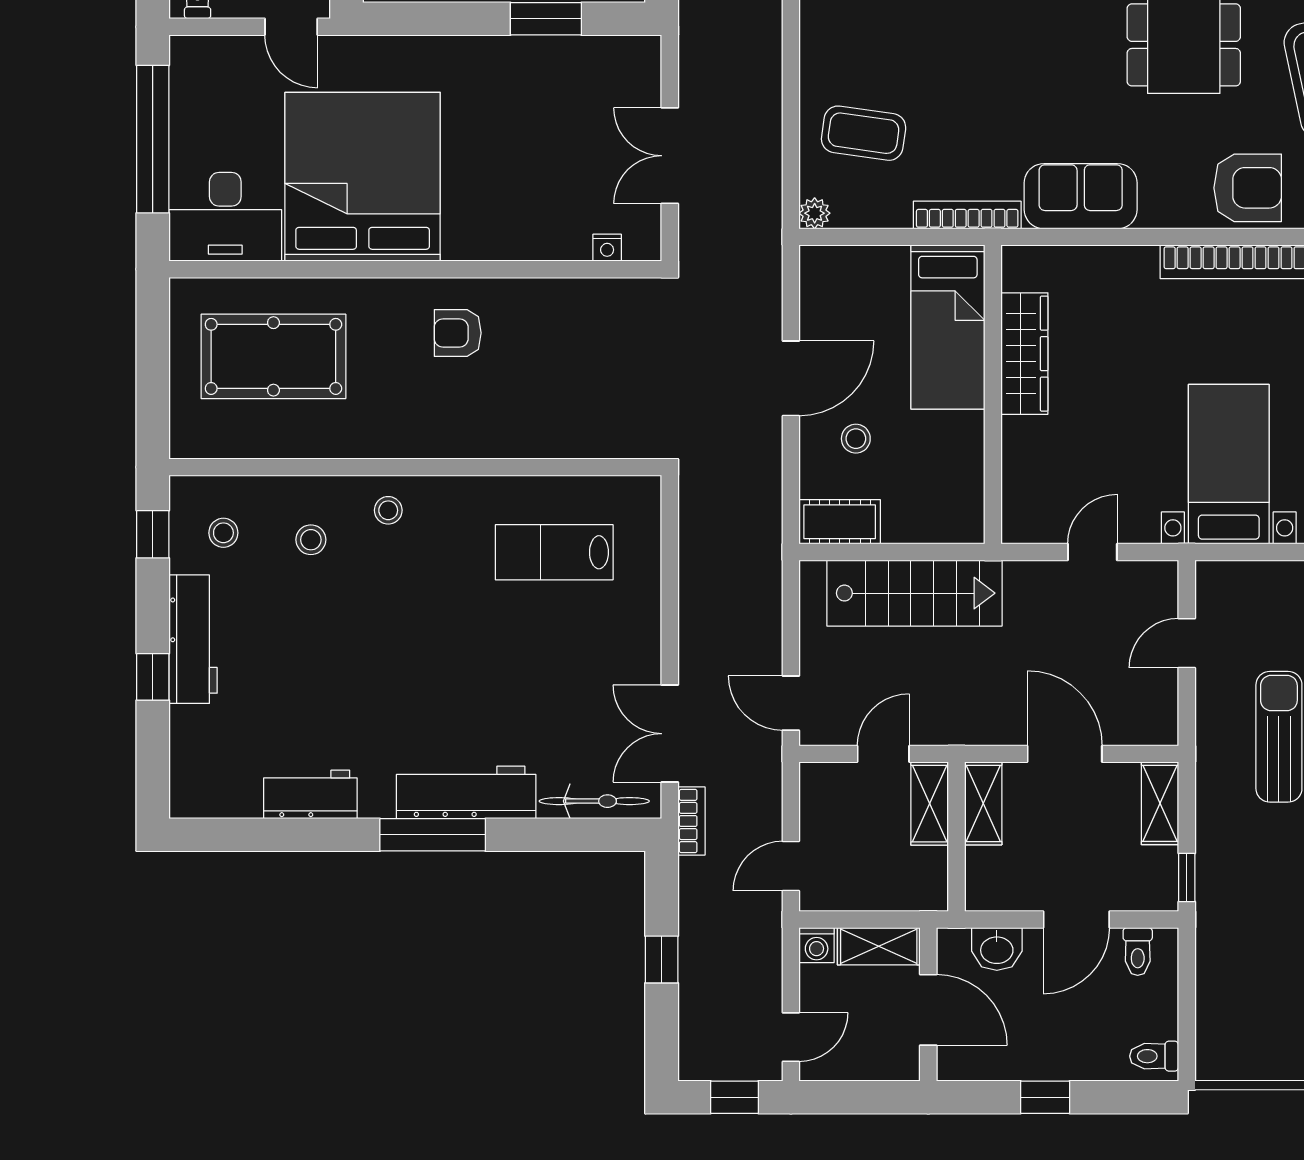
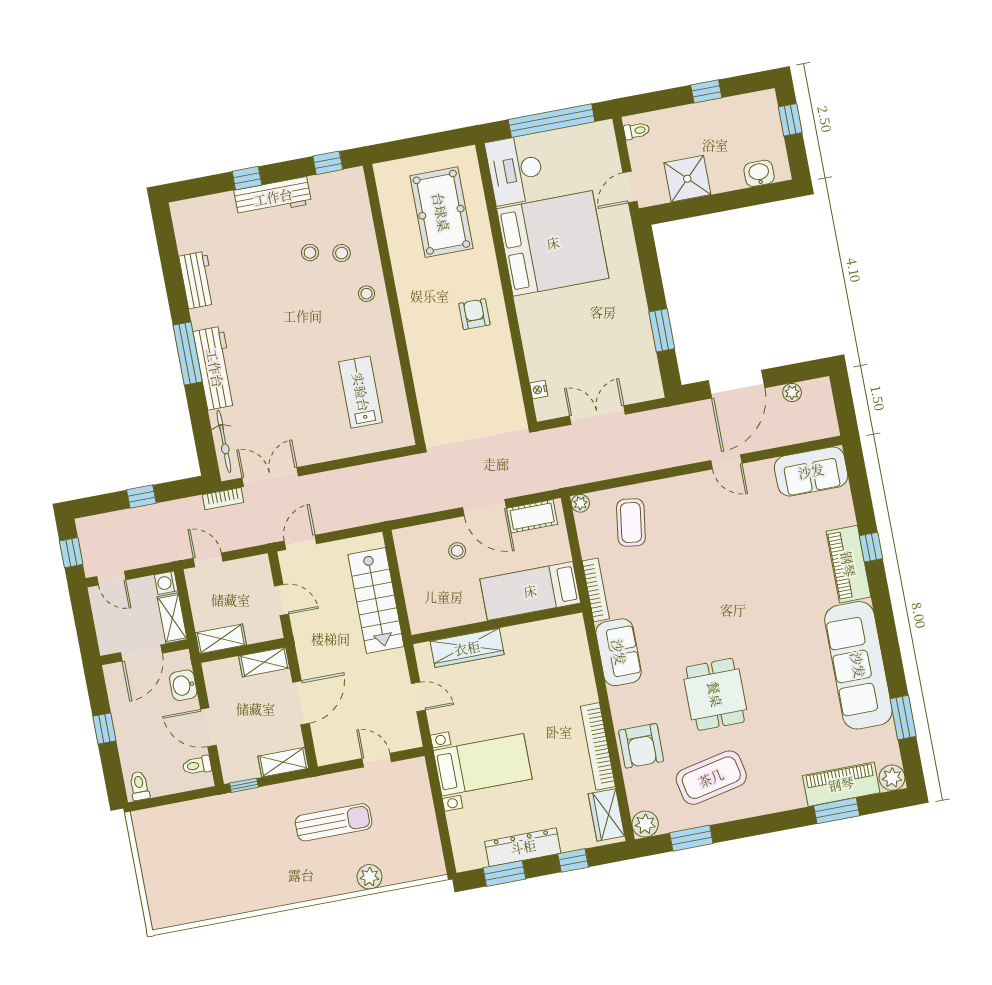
wardrobe: (1024, 354) -> (467, 648), moved
cot: (840, 522) -> (532, 516), moved, turned 90
stool: (223, 533) -> (310, 253), moved
shelving: (930, 804) -> (221, 639), moved

